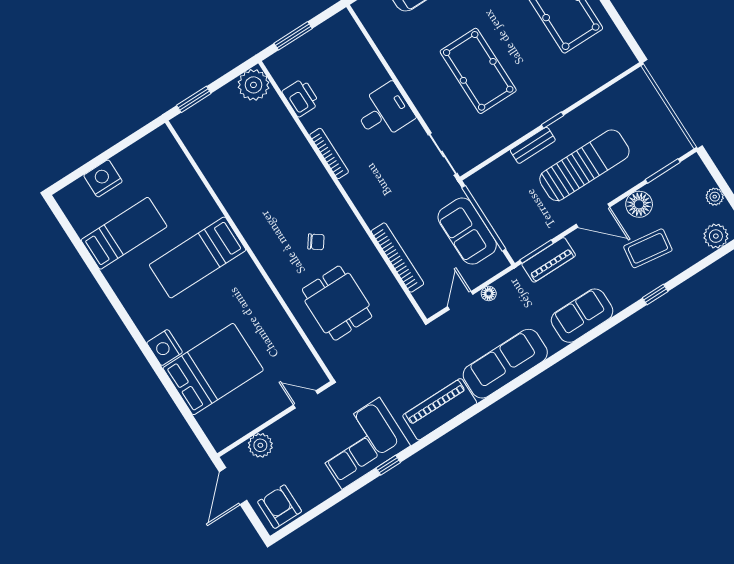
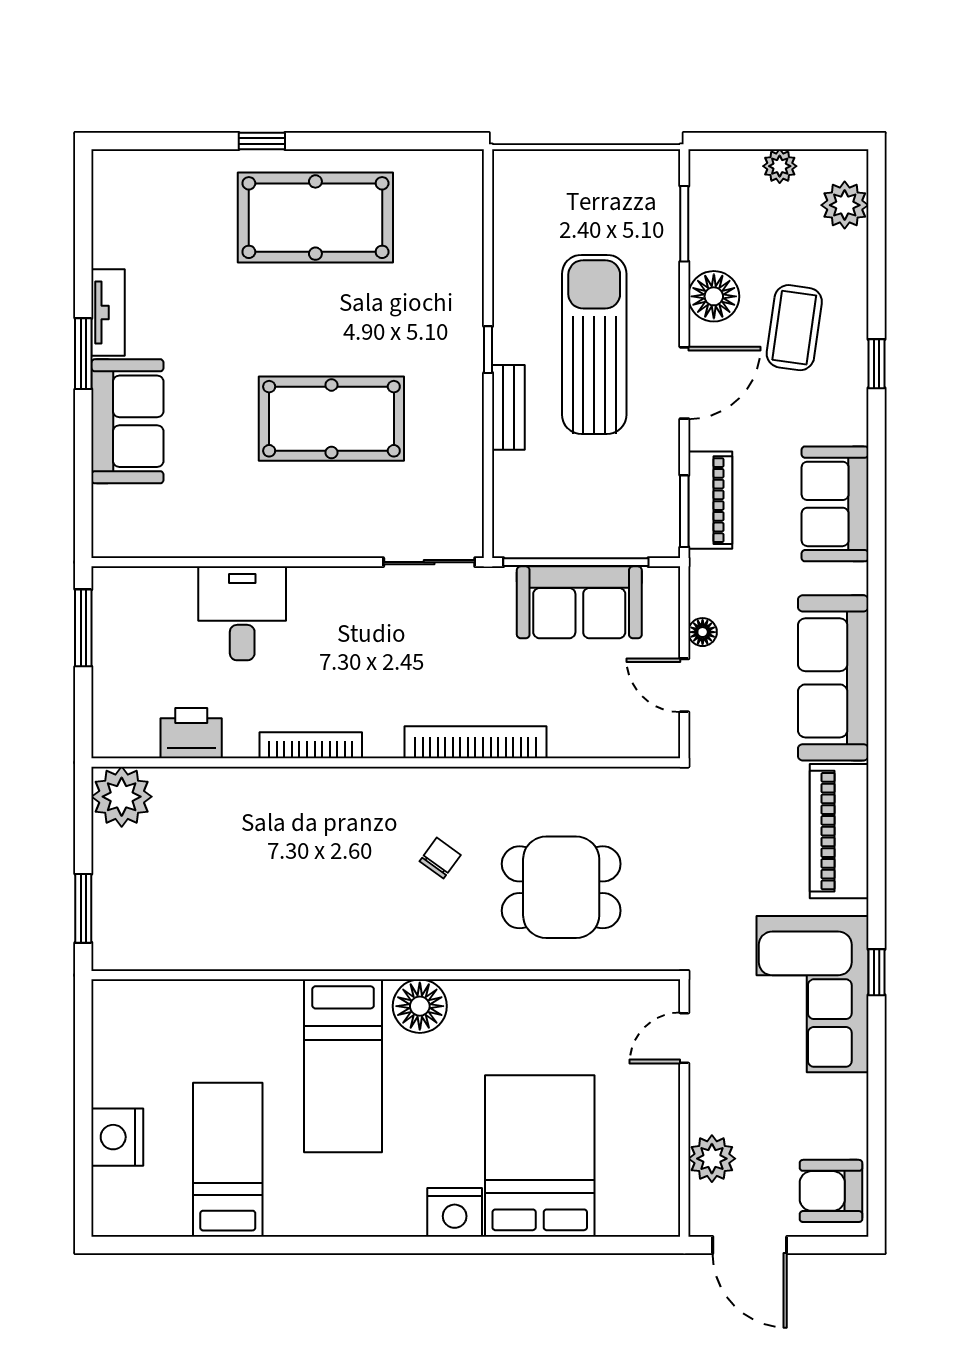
window: (293, 36) -> (83, 628), moved
desk: (384, 112) -> (242, 613), moved
bookcase: (398, 258) -> (475, 742), moved
floor lamp: (245, 274) -> (420, 1006), added

